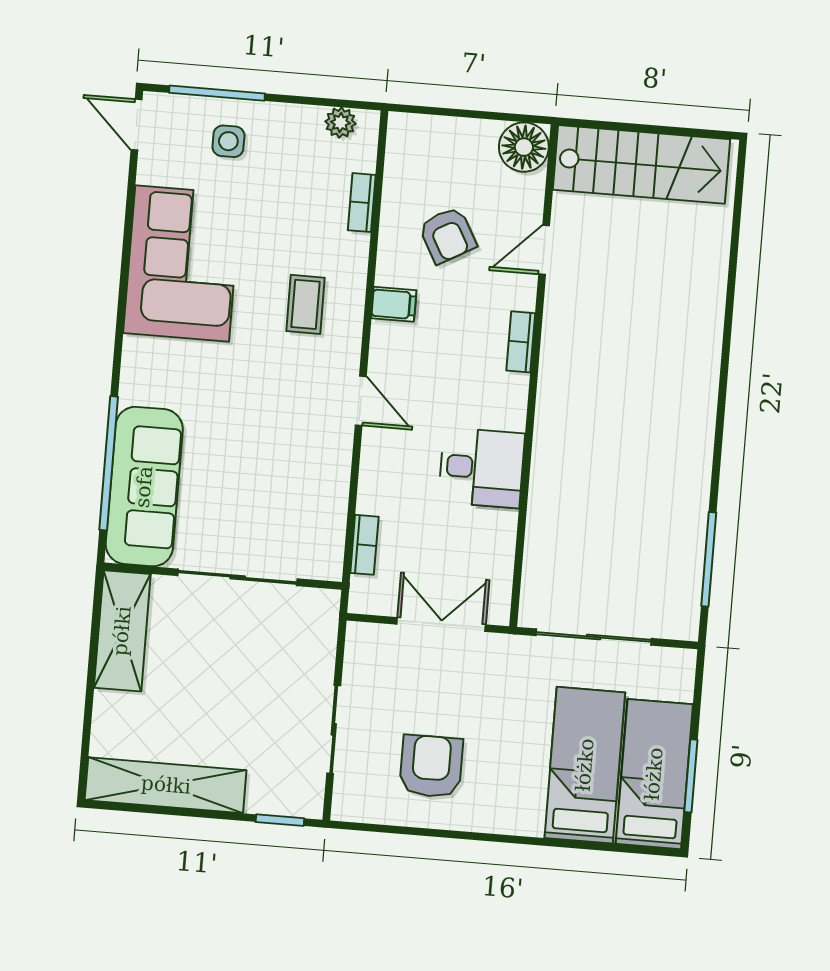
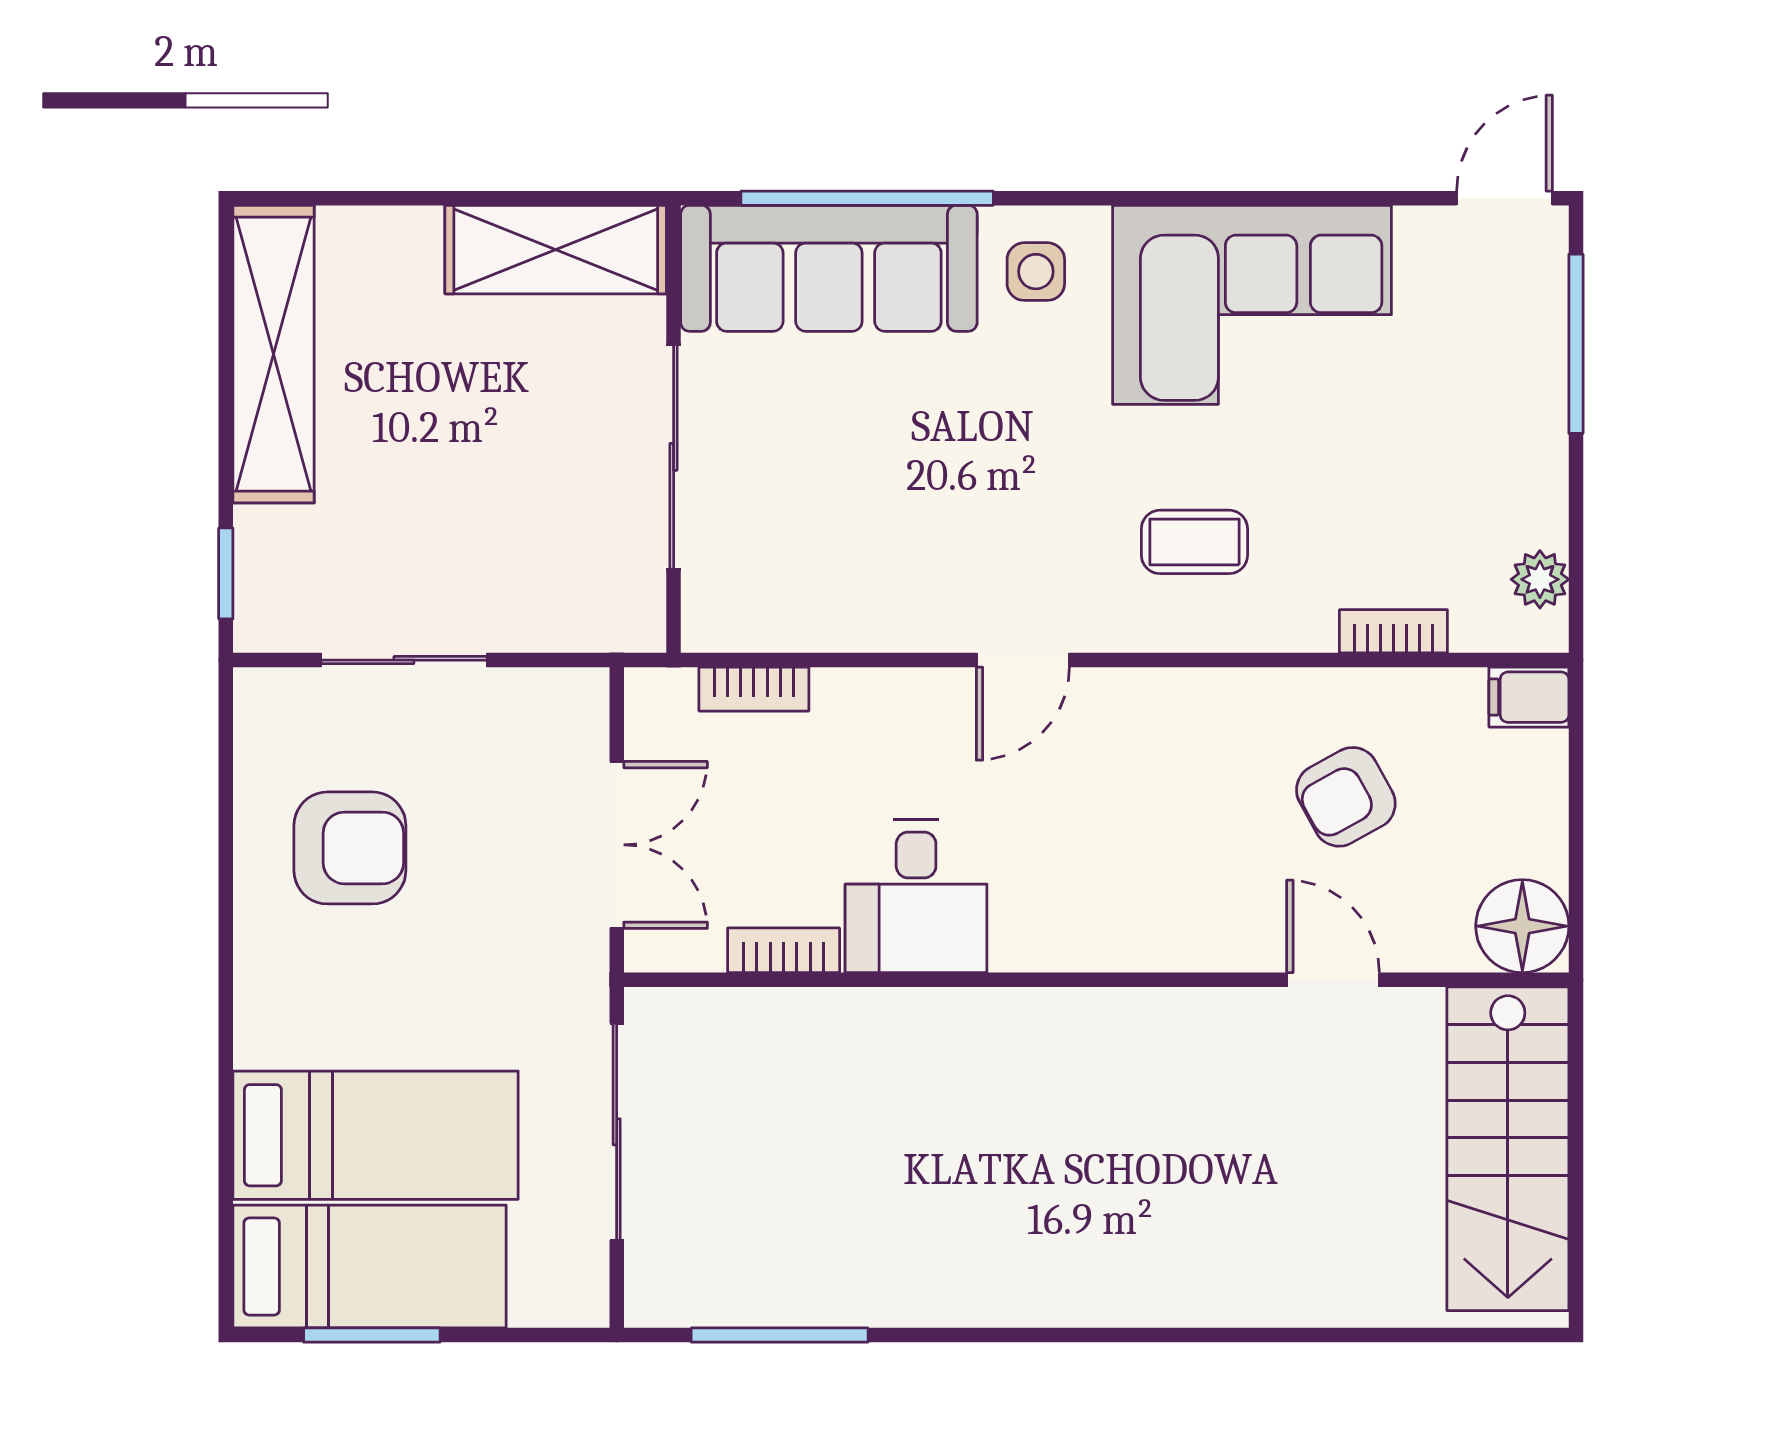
side table: (228, 141) -> (1036, 272), moved
filing cabinet: (394, 304) -> (1529, 697), moved, turned 90
bookcase: (521, 342) -> (784, 950), moved

